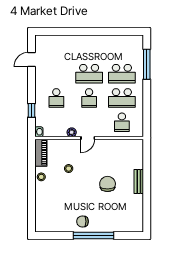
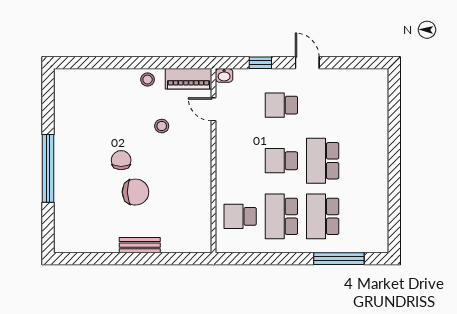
door: (31, 60) -> (307, 63), moved
plant: (72, 132) -> (223, 131), removed
door: (88, 138) -> (214, 109), moved
chair: (82, 221) -> (121, 160), moved

